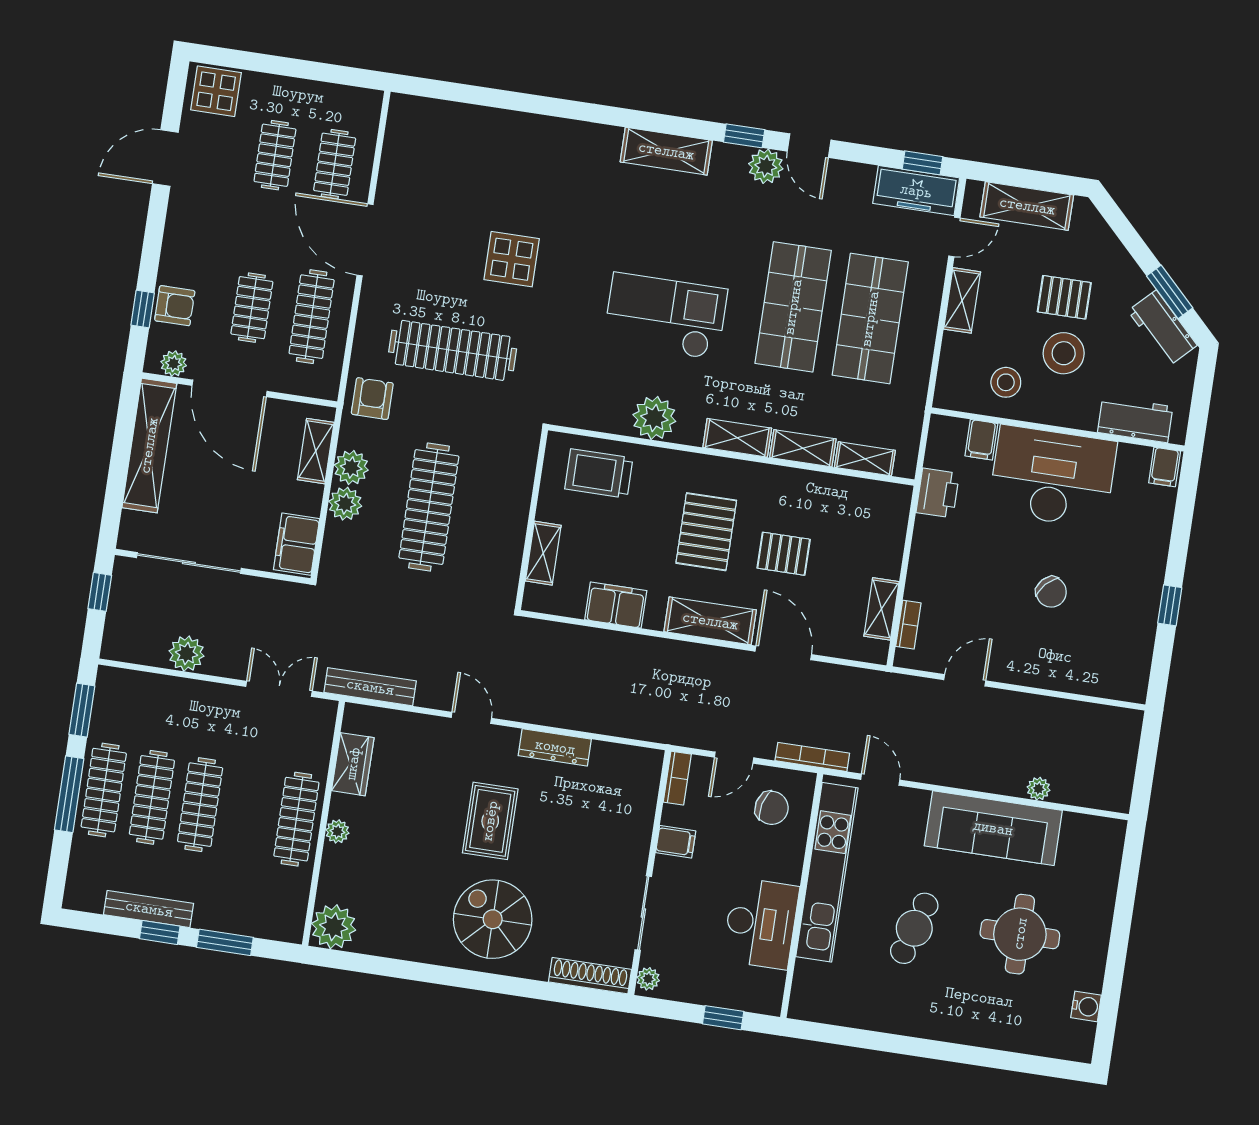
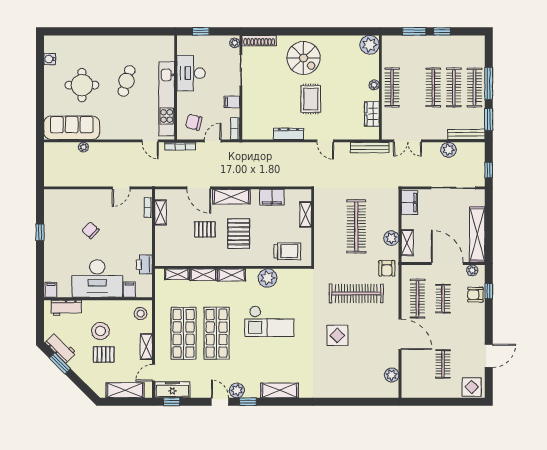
clothes rail: (335, 164) -> (417, 364), removed
stool: (1006, 382) -> (141, 314), moved
plant: (345, 504) -> (392, 375), moved
sofa: (993, 828) -> (72, 128), moved
bench: (149, 909) -> (466, 134), moved

